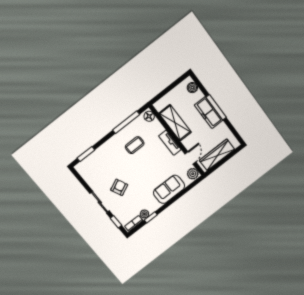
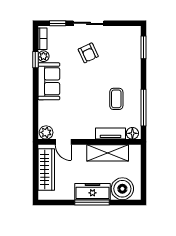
boiler: (192, 88) -> (122, 189), width x1.86, depth x1.86
tv unit: (170, 143) -> (110, 134), moved
sofa: (169, 189) -> (49, 81), moved

